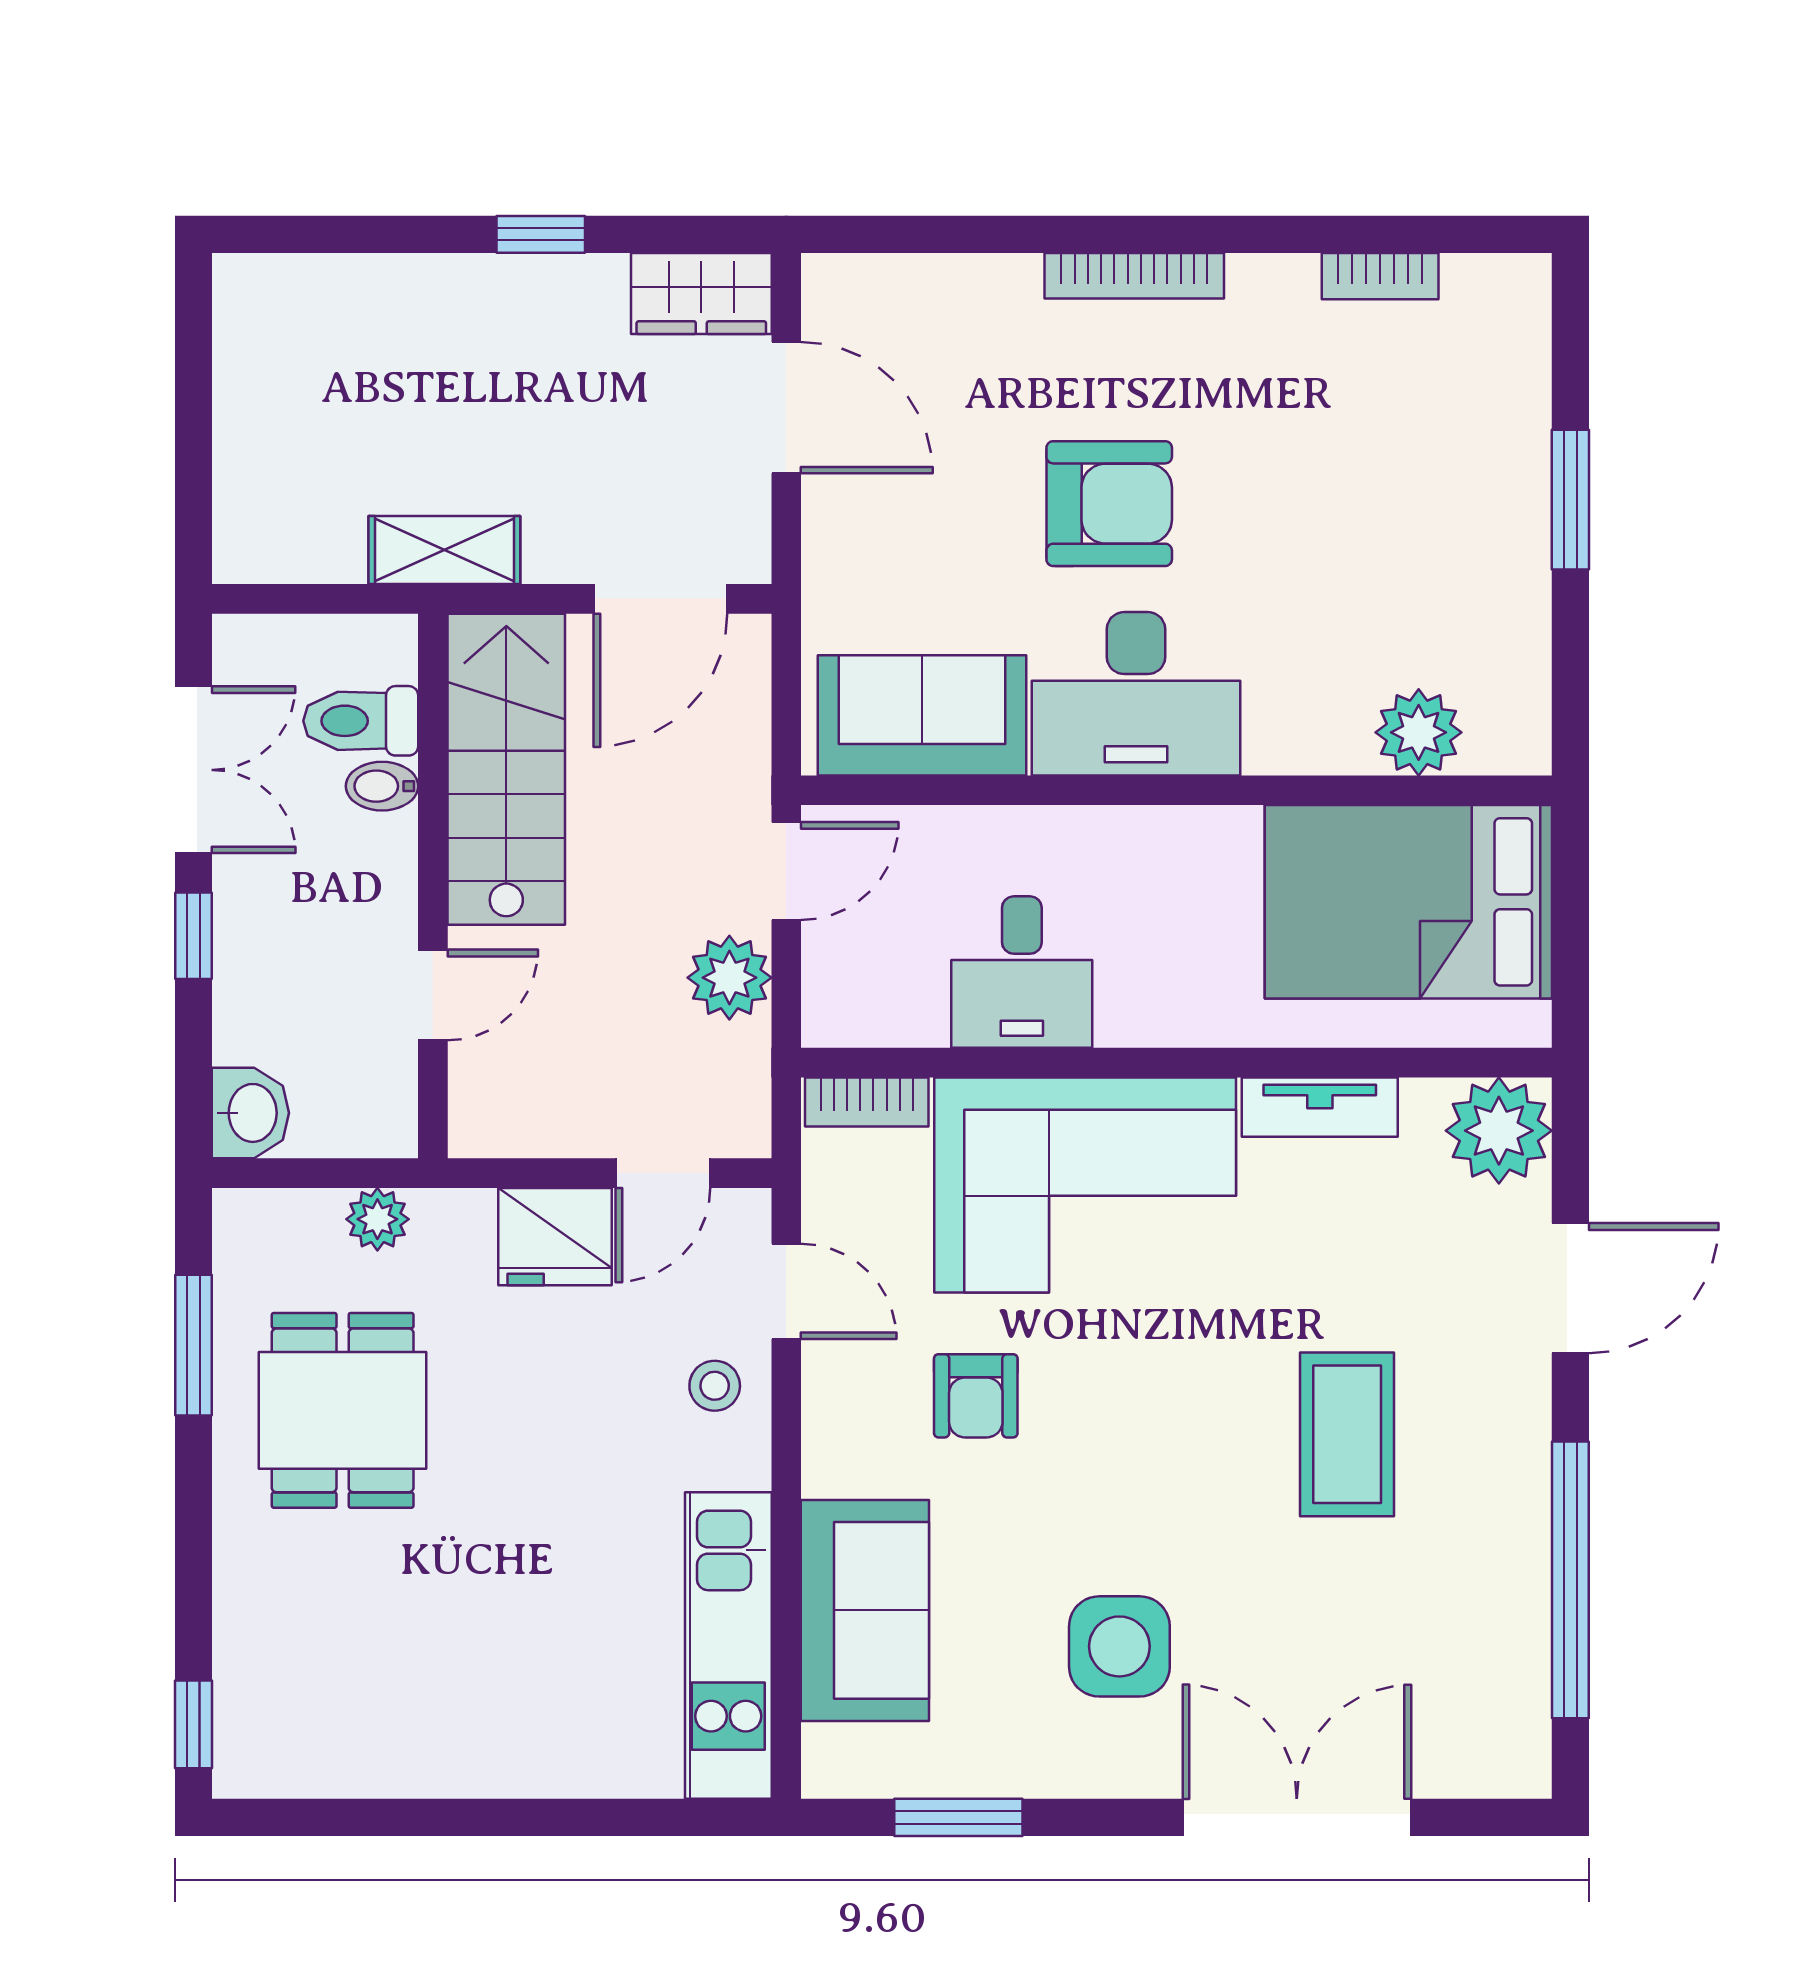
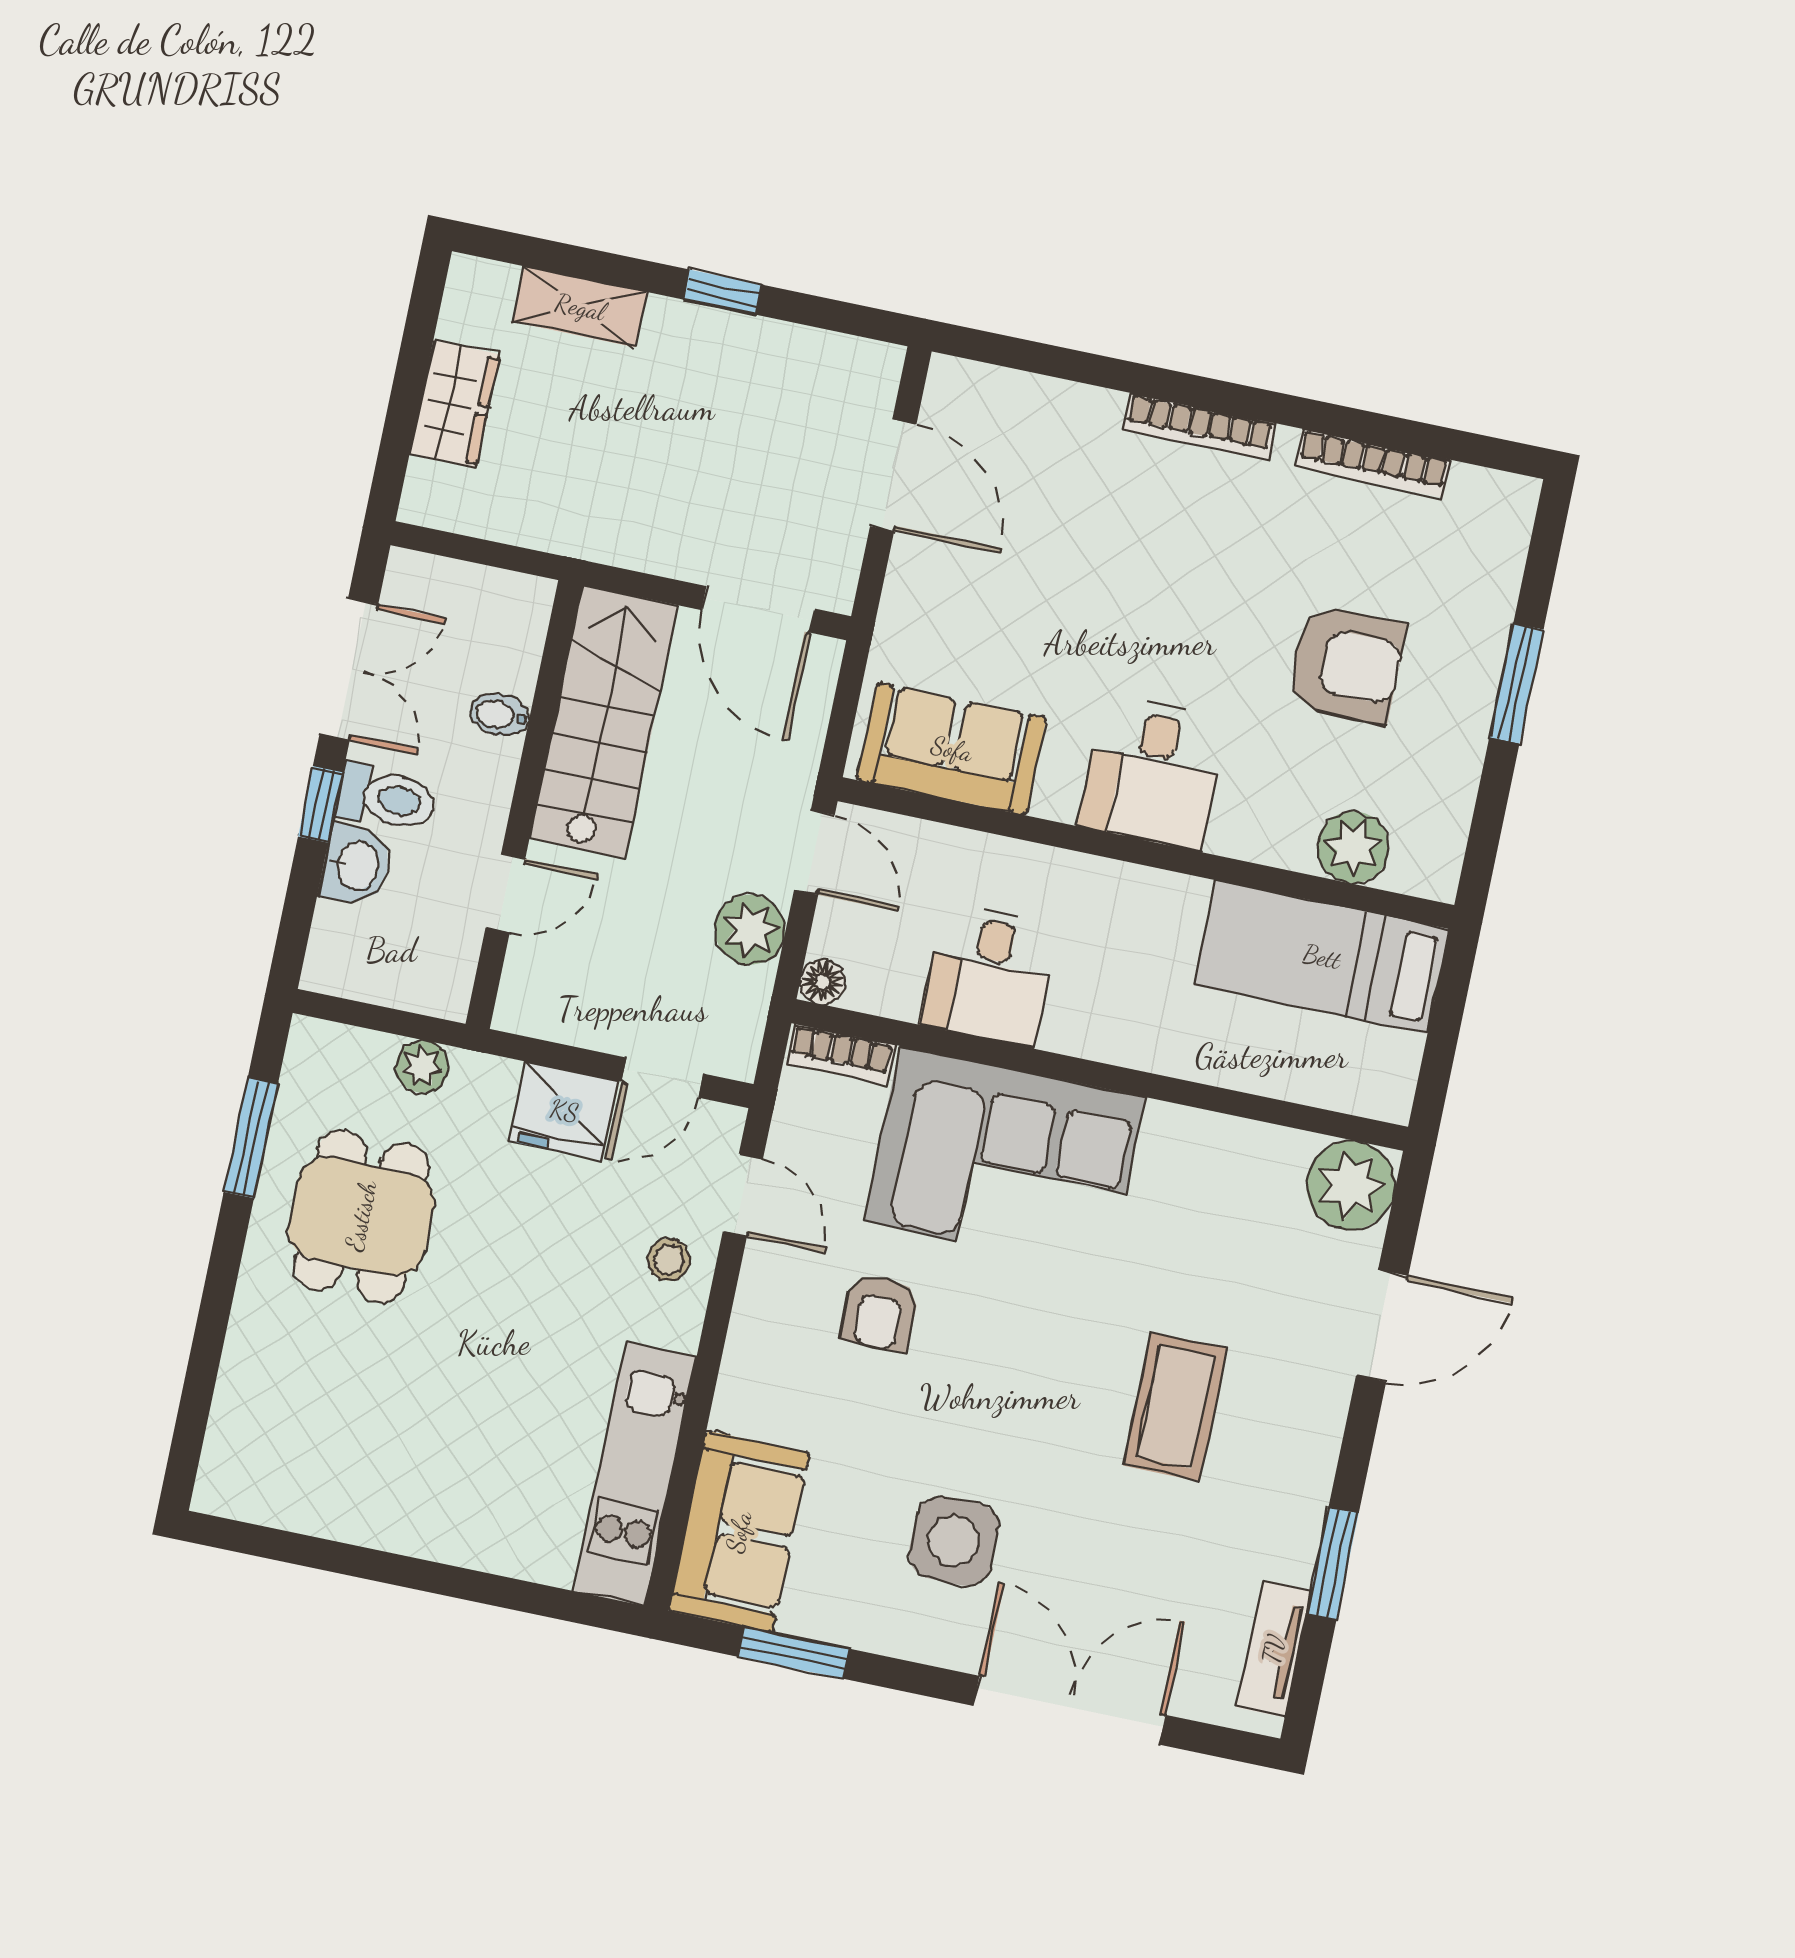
bookcase: (1380, 276) -> (1373, 463), width x1.56
wardrobe: (701, 293) -> (454, 404), moved, turned -90
armchair: (1109, 504) -> (1346, 664), moved
shelving: (444, 550) -> (580, 307), moved
door: (660, 599) -> (758, 609), hinge flipped
desk: (1136, 694) -> (1153, 772), width x0.73
toilet: (361, 721) -> (386, 798), moved, turned 180
door: (786, 871) -> (814, 852), hinge flipped
bed: (1408, 902) -> (1322, 957), width x0.67
floor lamp: (828, 1021) -> (822, 982), added
tv unit: (1320, 1107) -> (1274, 1649), moved, turned 90
washbasin: (250, 1113) -> (356, 865), moved
window: (1570, 1580) -> (1333, 1563), width x0.47
sofa: (865, 1610) -> (739, 1532), moved
window: (194, 1724) -> (186, 1447), removed

